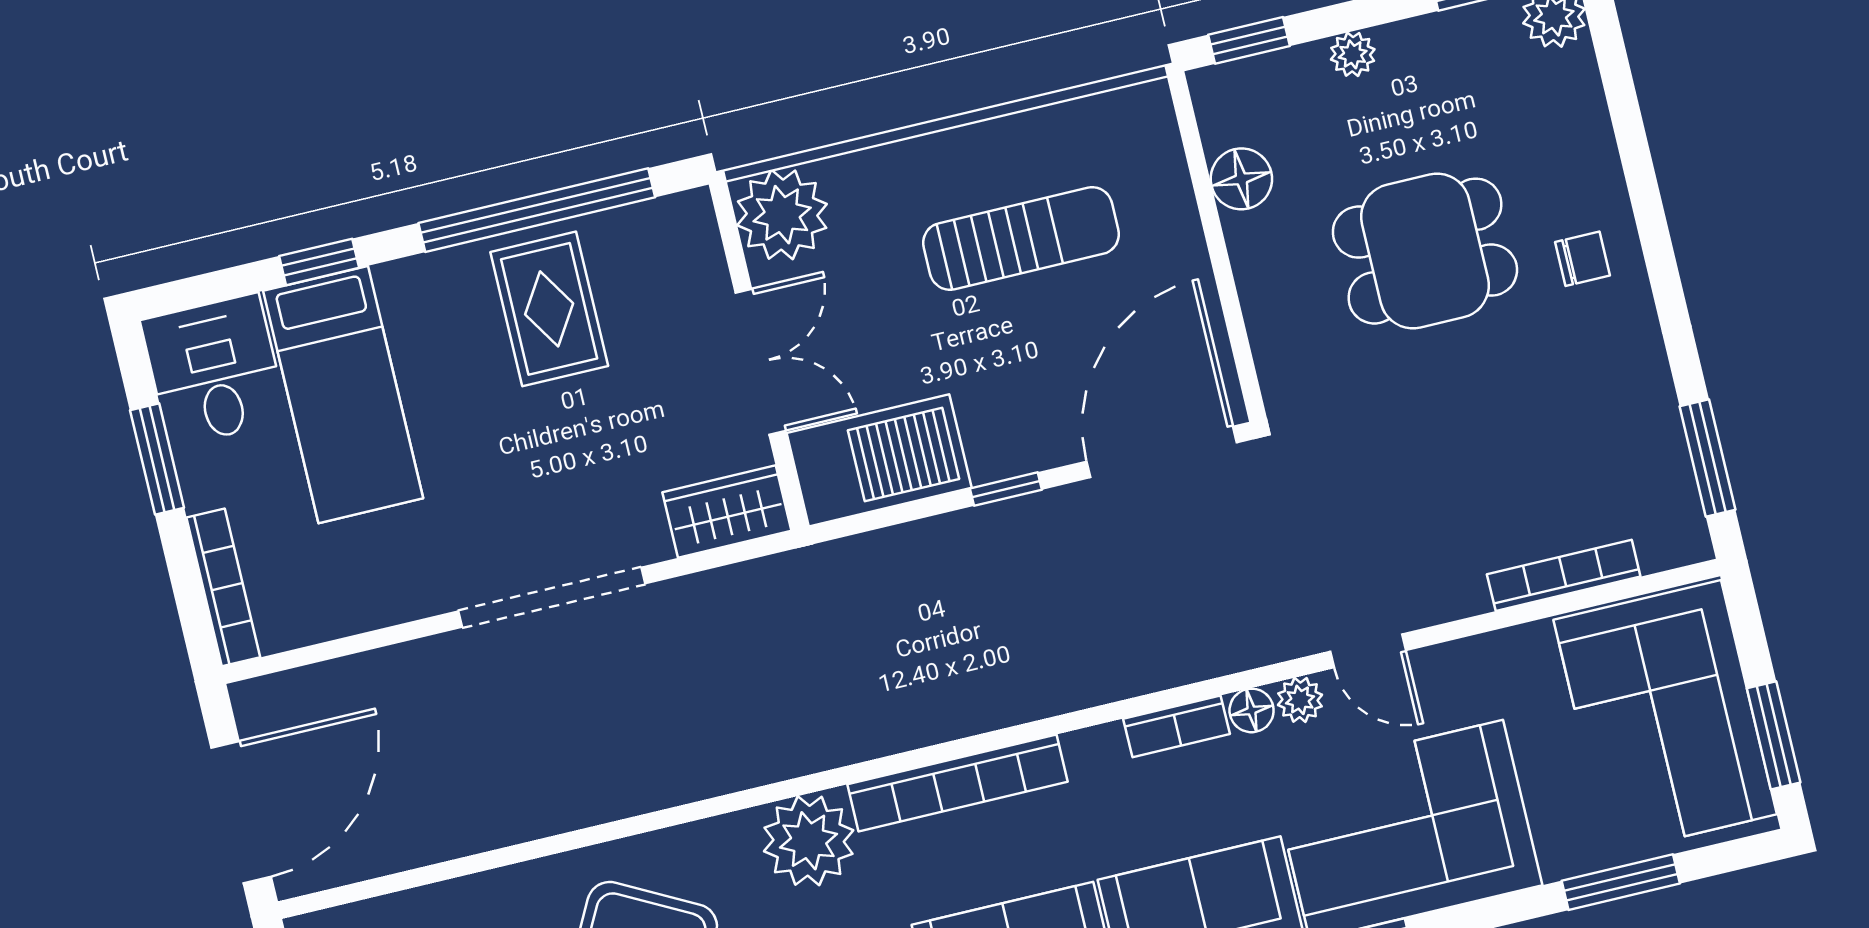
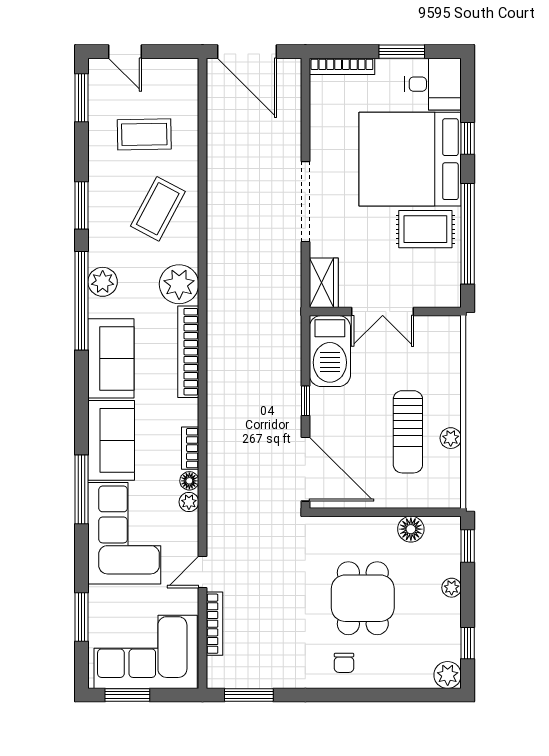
plant: (782, 215) -> (451, 438), moved, width x0.53, depth x0.53
bed: (343, 395) -> (410, 159), width x2.04
door: (1368, 651) -> (203, 572), moved

